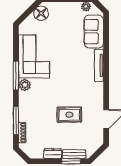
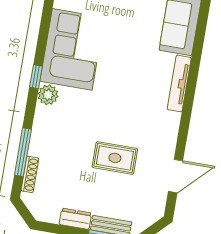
window: (16, 76) -> (36, 77), width x0.46

